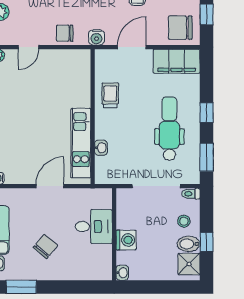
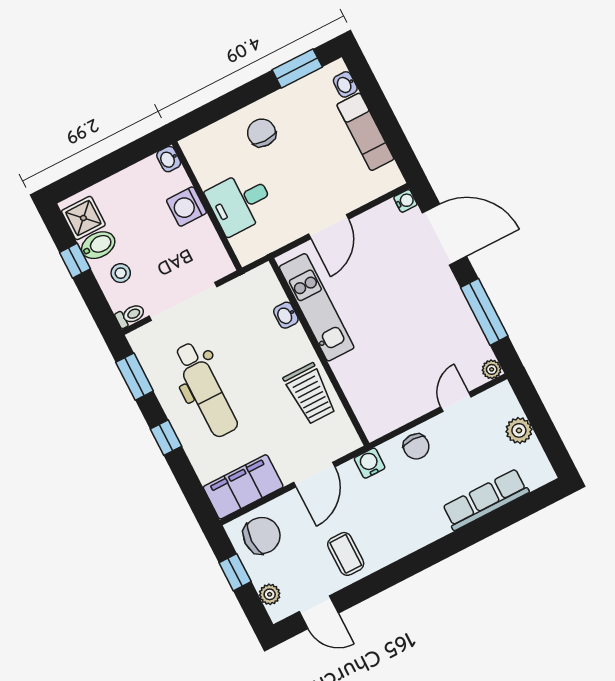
chair: (65, 33) -> (416, 447), turned 90
trolley: (110, 95) -> (310, 394), width x1.36, depth x1.39
chair: (45, 246) -> (262, 133), moved, turned 140

